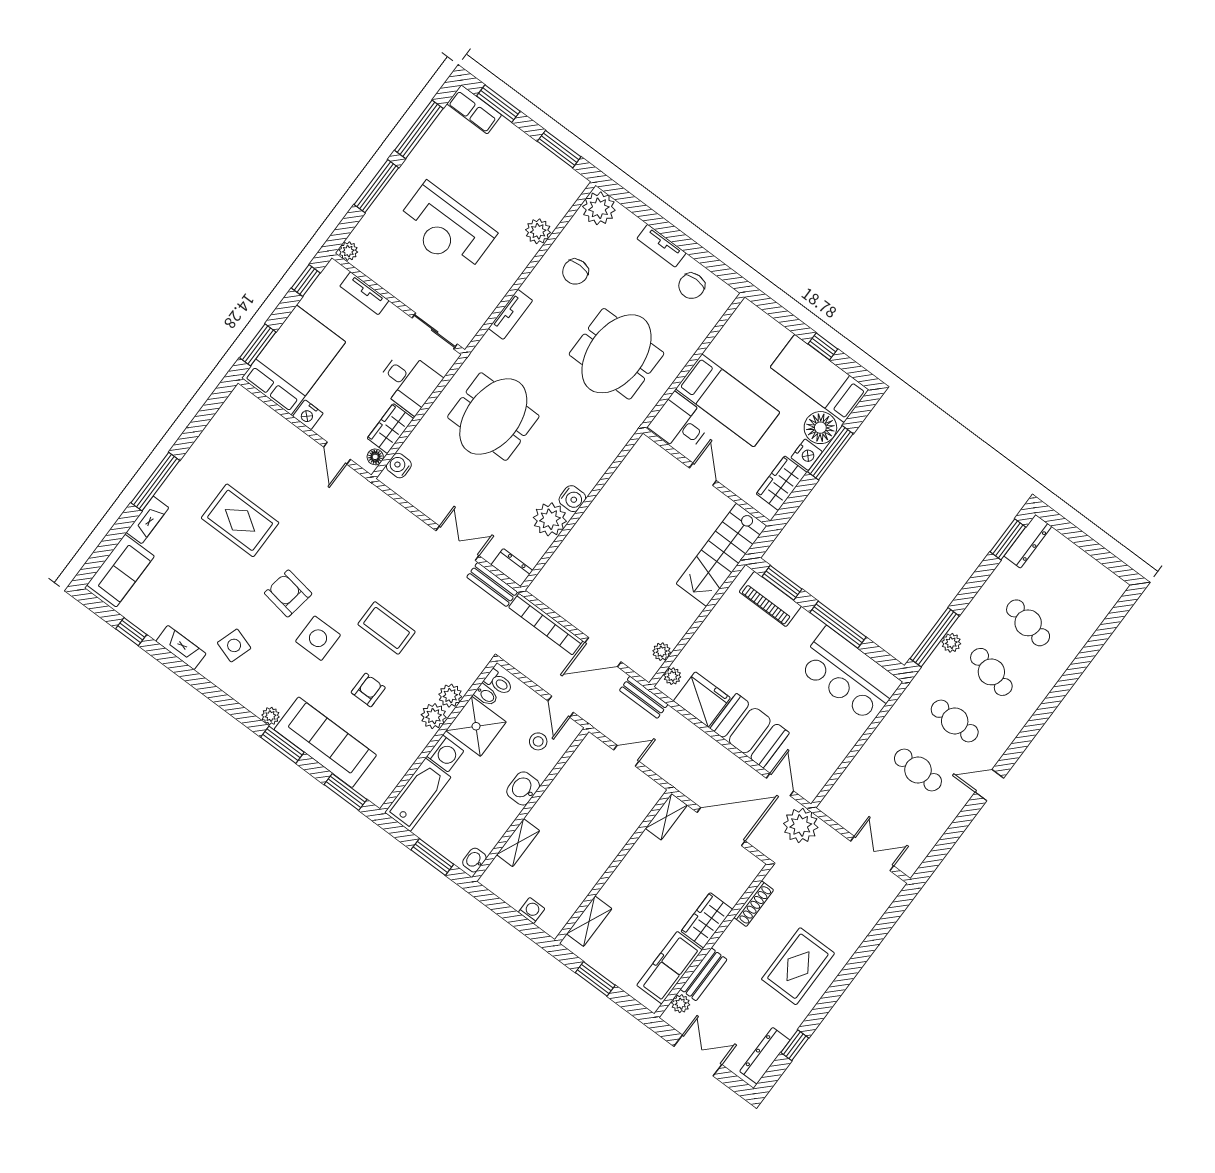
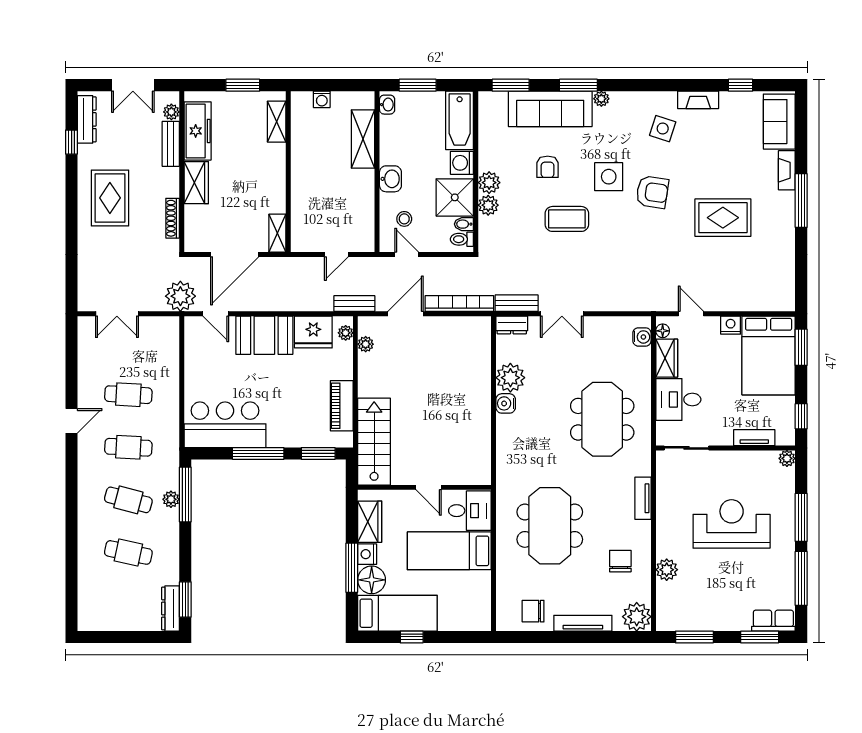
tv unit: (661, 246) -> (583, 623), width x1.41
chair: (692, 286) -> (533, 611), turned -90
piano: (770, 599) -> (342, 406), moved, turned -90
shelving: (518, 843) -> (363, 139), width x1.50, depth x1.33

